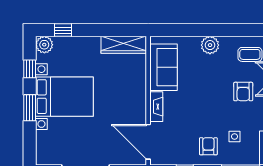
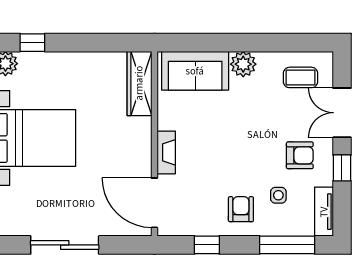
wardrobe: (124, 45) -> (139, 83), moved, turned 90
sofa: (163, 67) -> (195, 71), moved, turned 90
armchair: (243, 92) -> (300, 155), moved, turned -90

